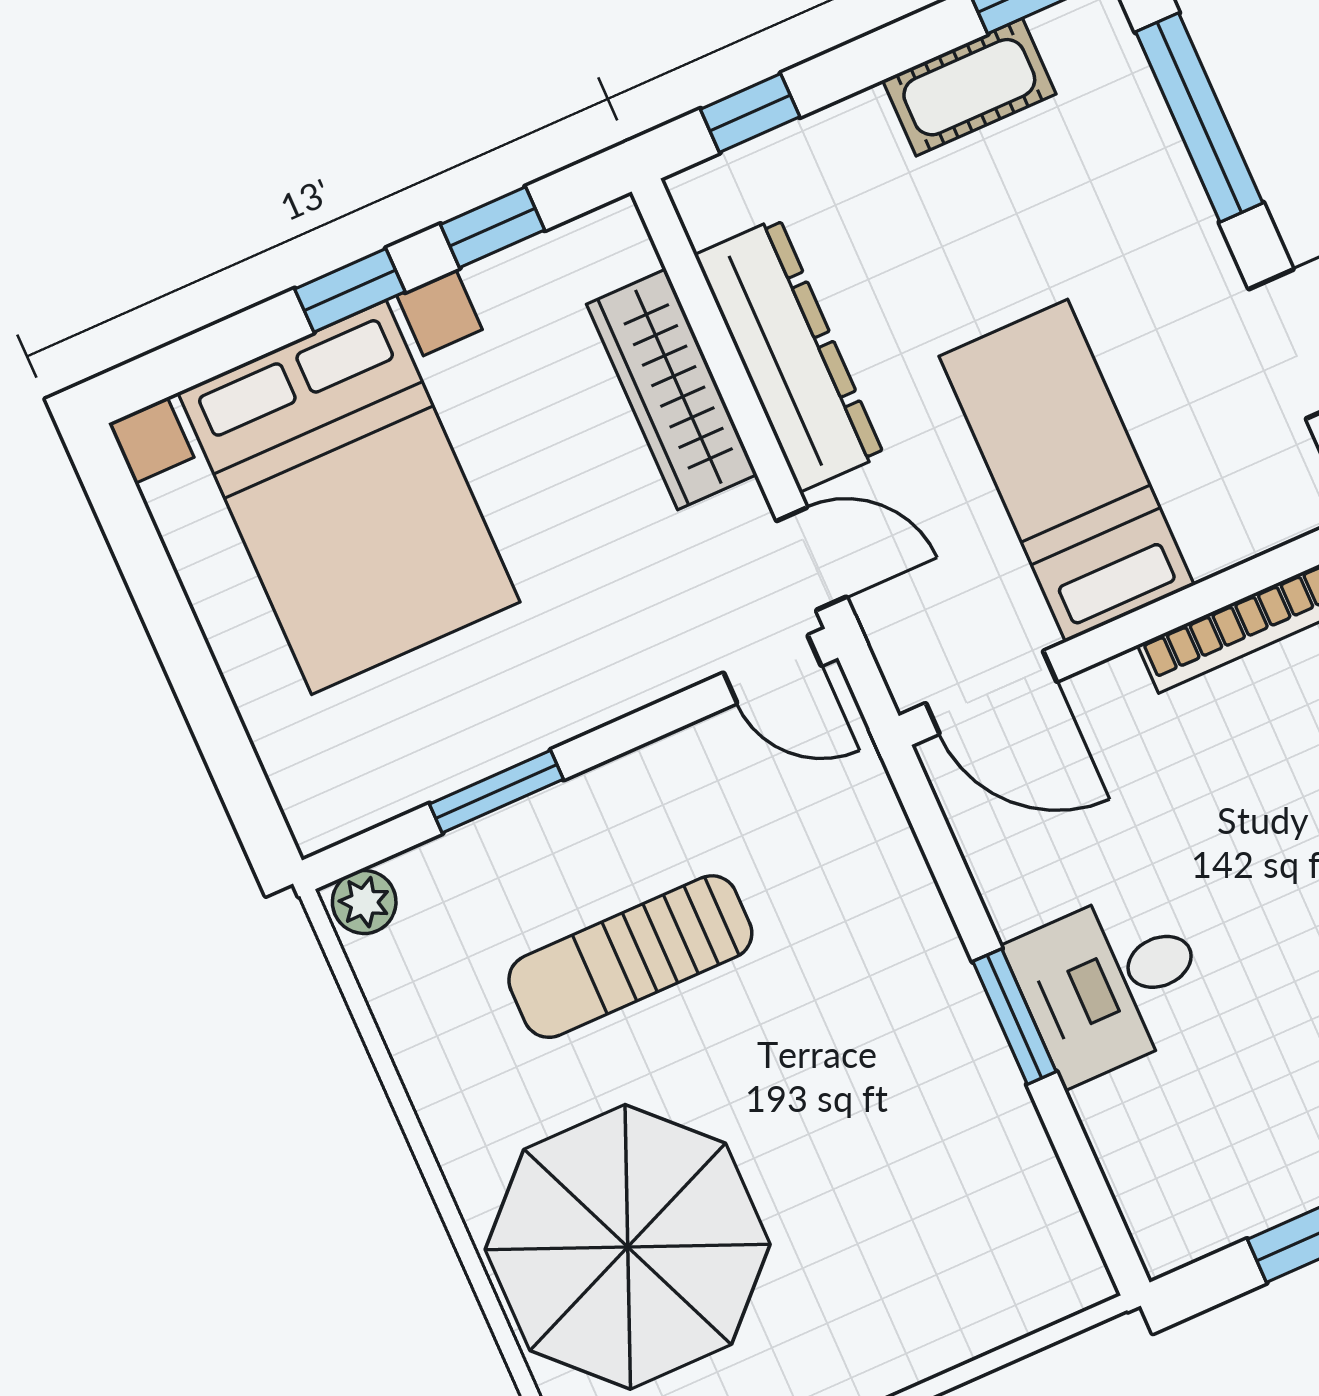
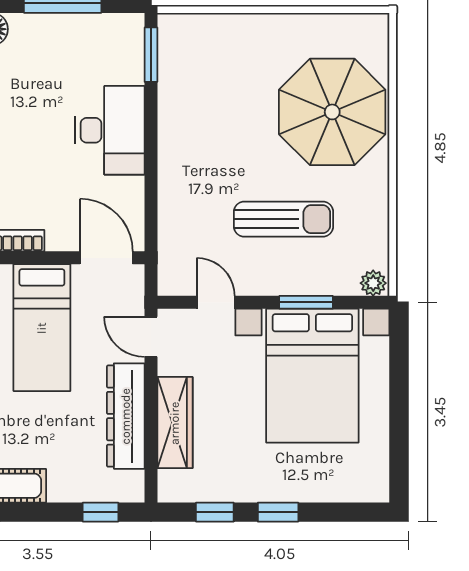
bed with nightstands: (349, 497) -> (312, 376), moved, turned 180
door: (772, 669) -> (216, 302), moved
desk: (1111, 983) -> (110, 130), width x1.37
window: (1014, 1017) -> (151, 55), moved

